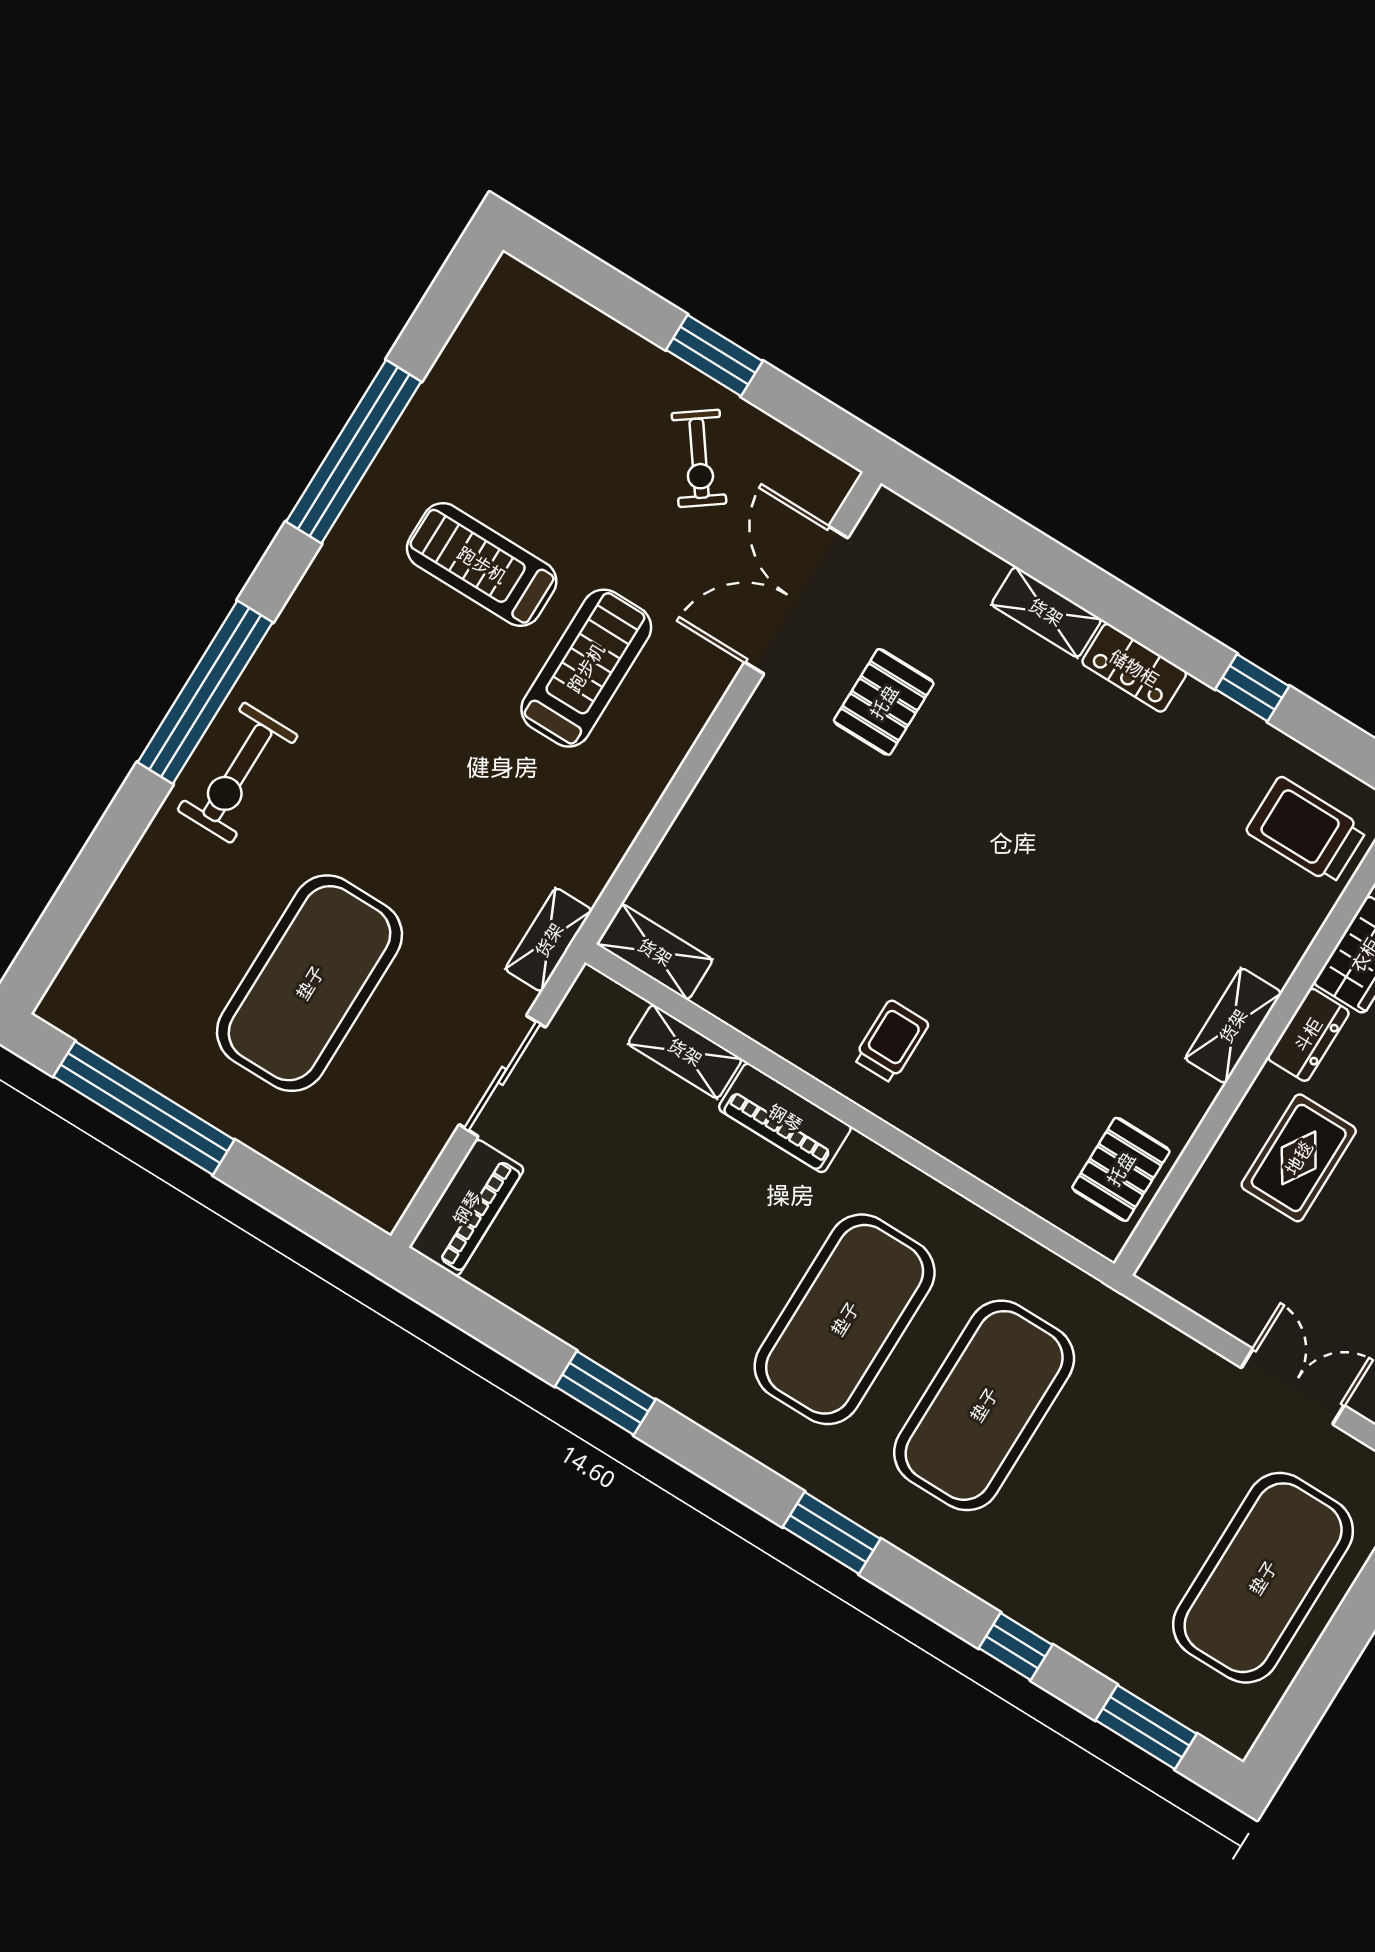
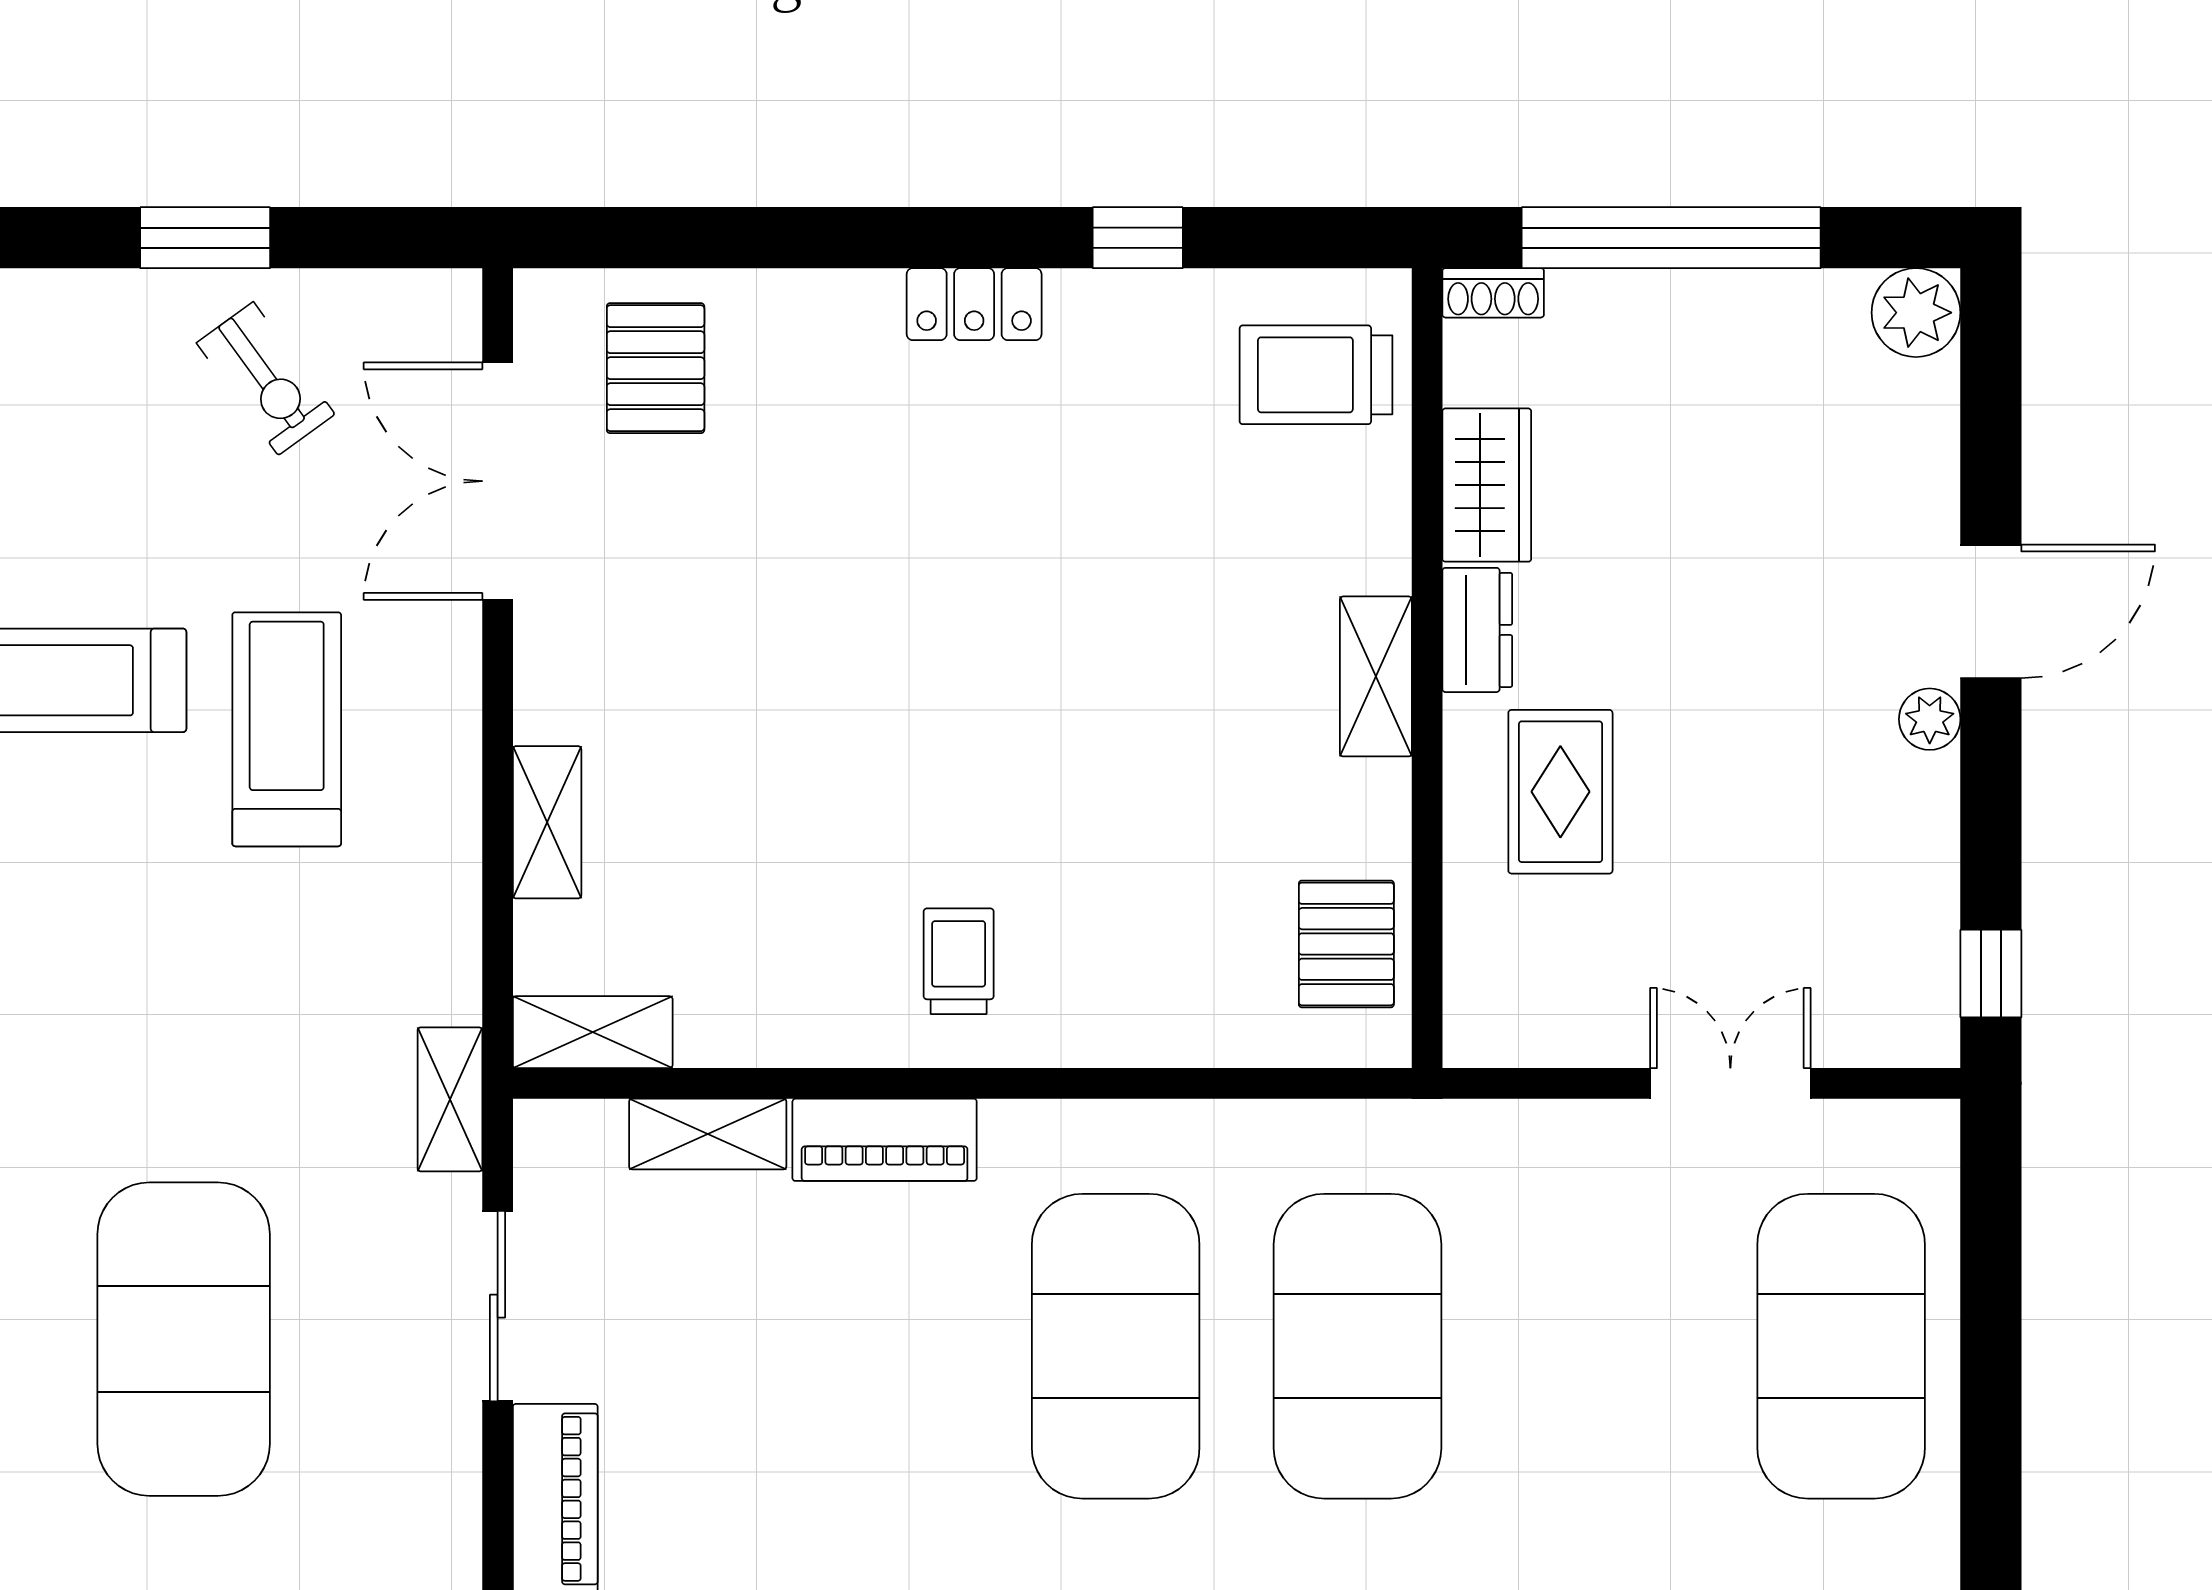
shelving: (1046, 612) -> (547, 822), moved, turned 90
pallet: (884, 702) -> (656, 368), moved

